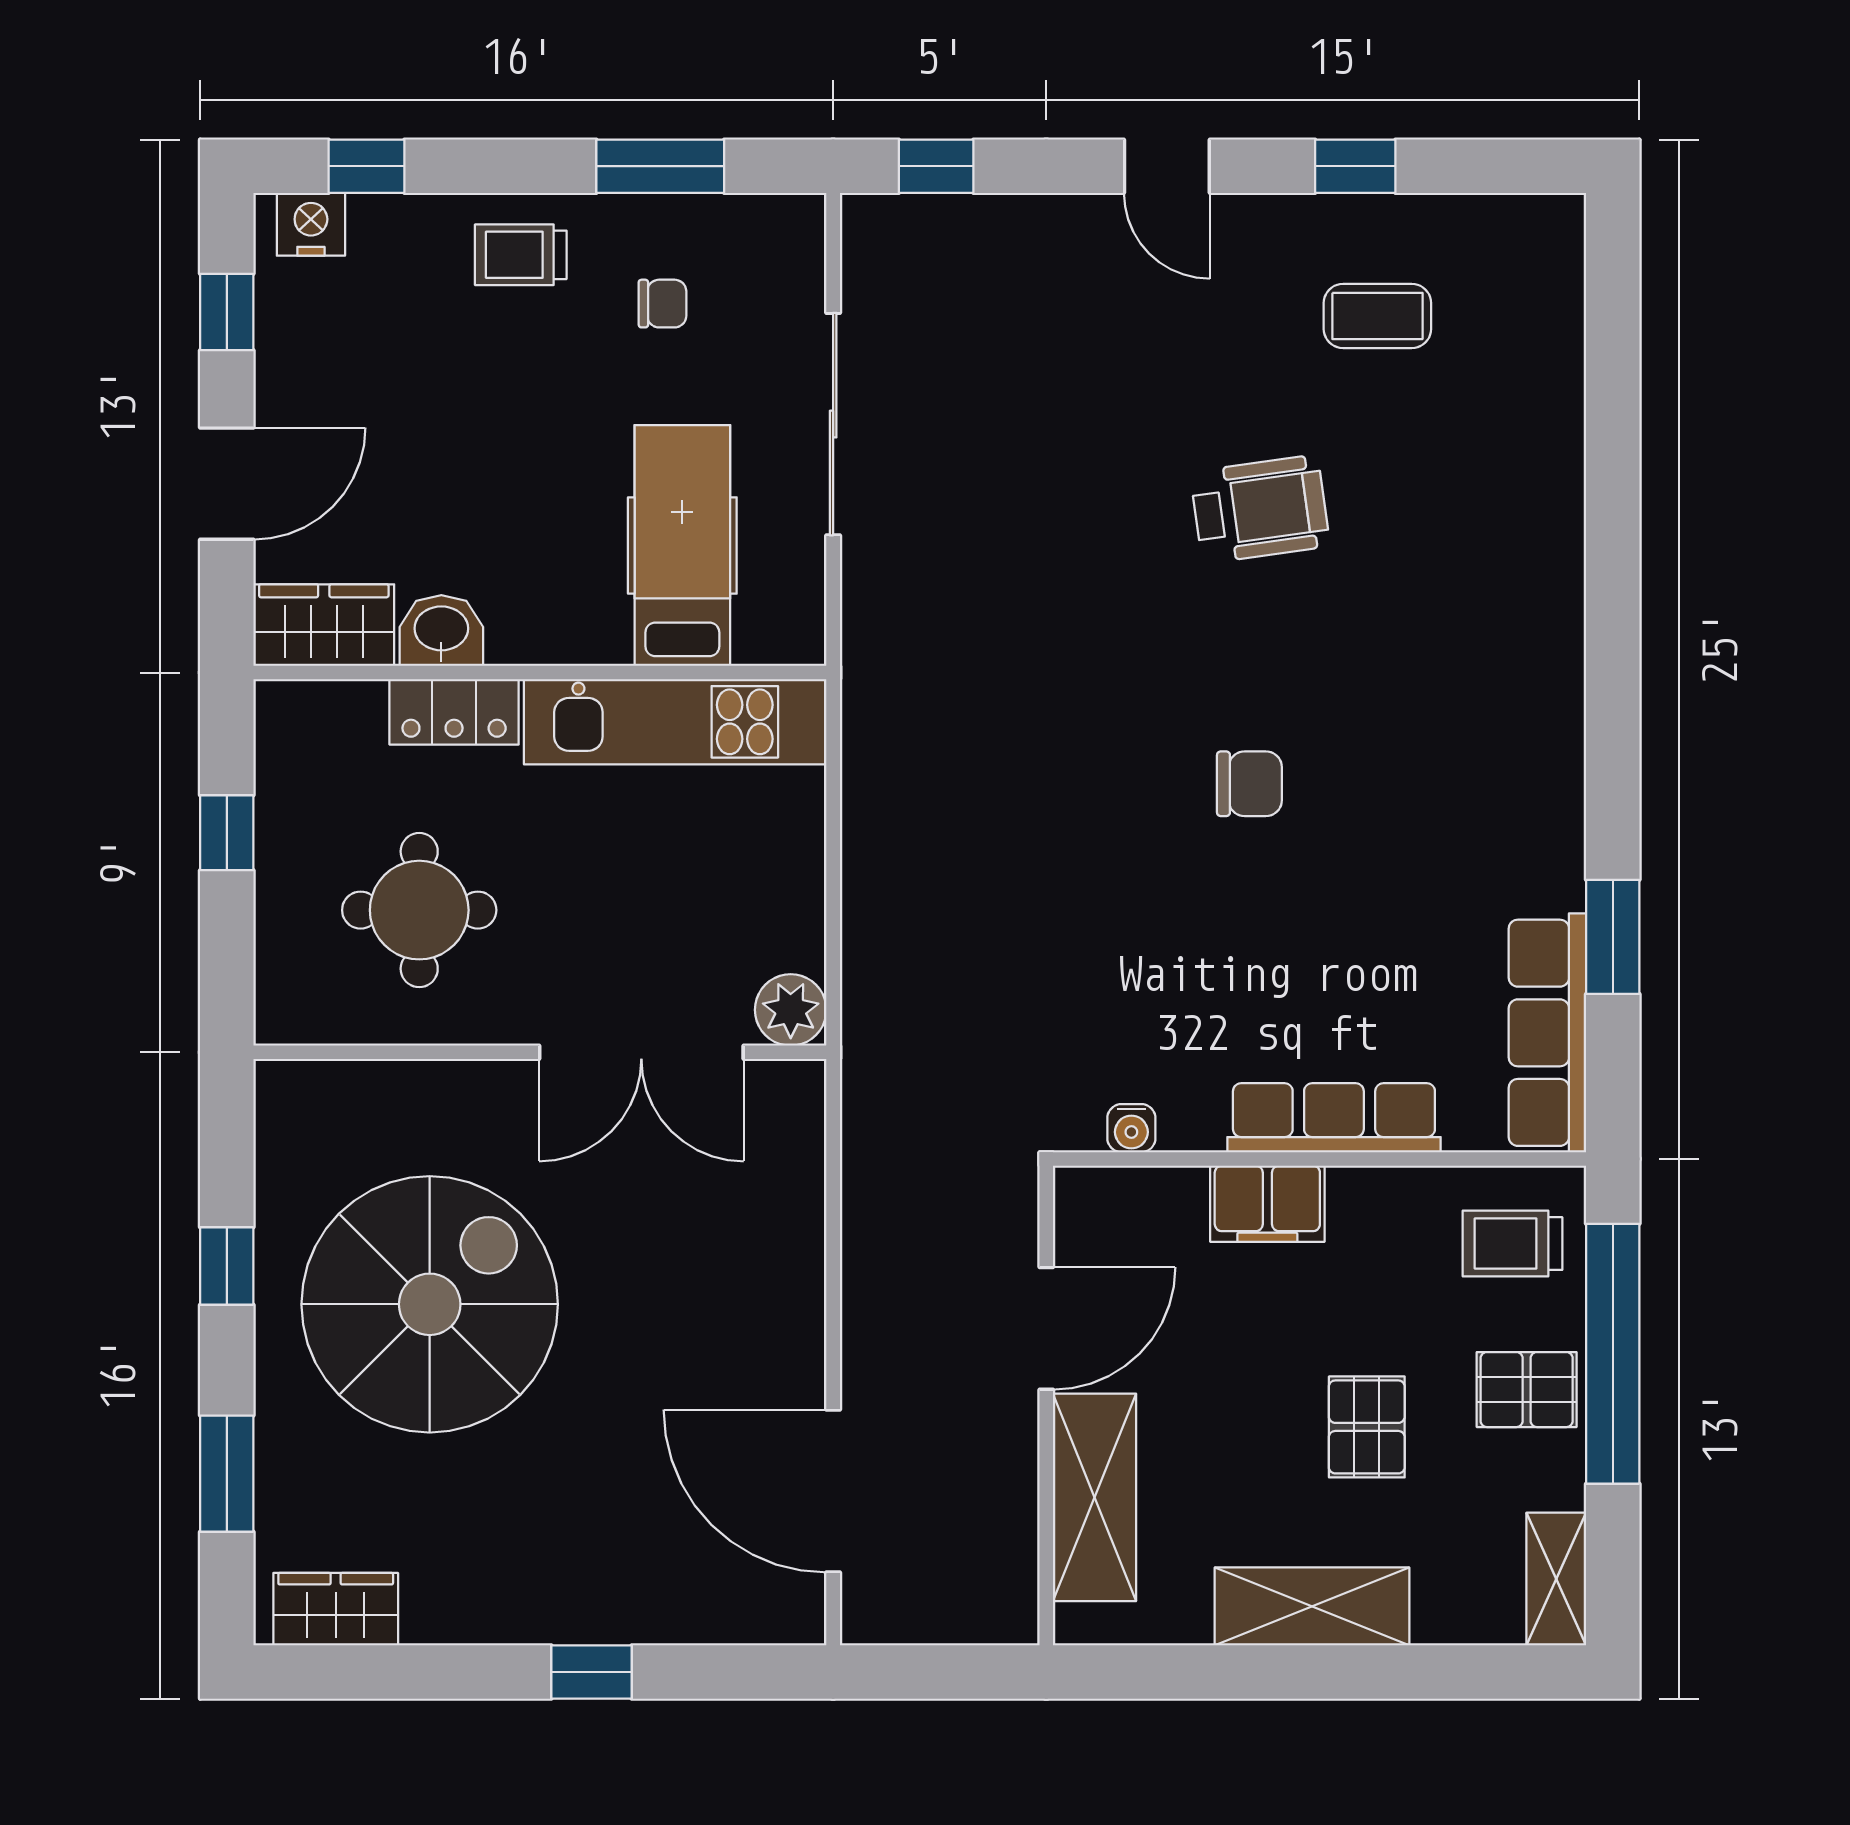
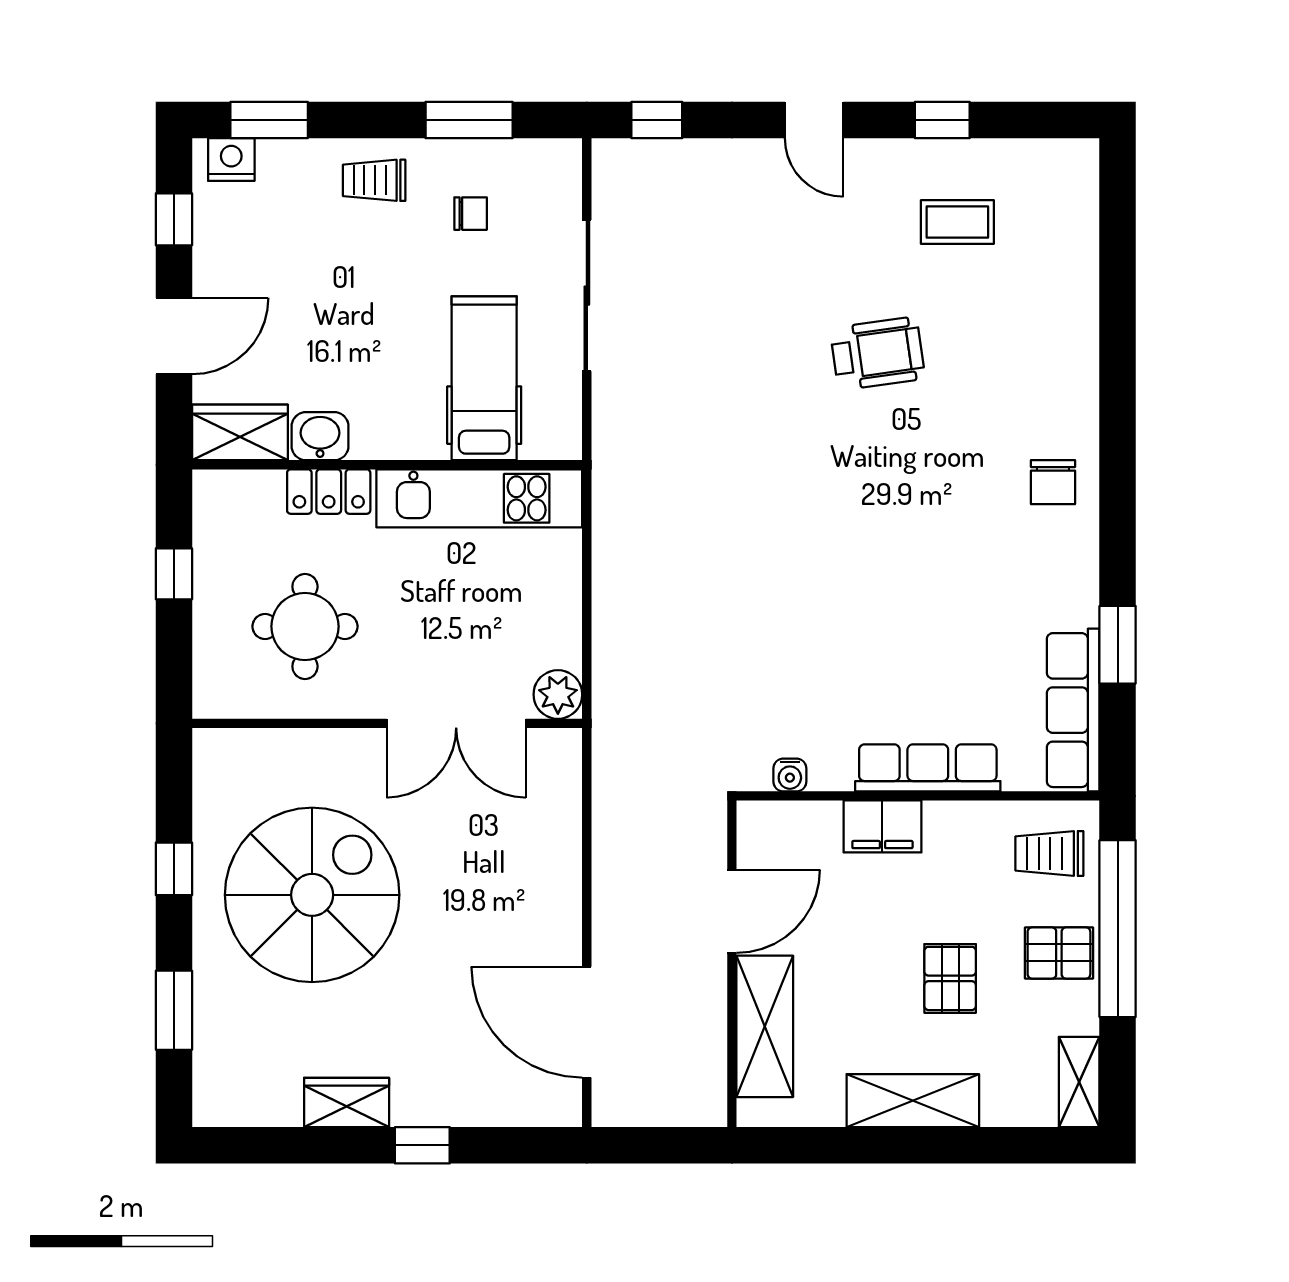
window: (367, 166) -> (269, 120), width x1.50
chair: (1249, 784) -> (1053, 482), moved, turned 90
wardrobe: (336, 1609) -> (347, 1102), moved

